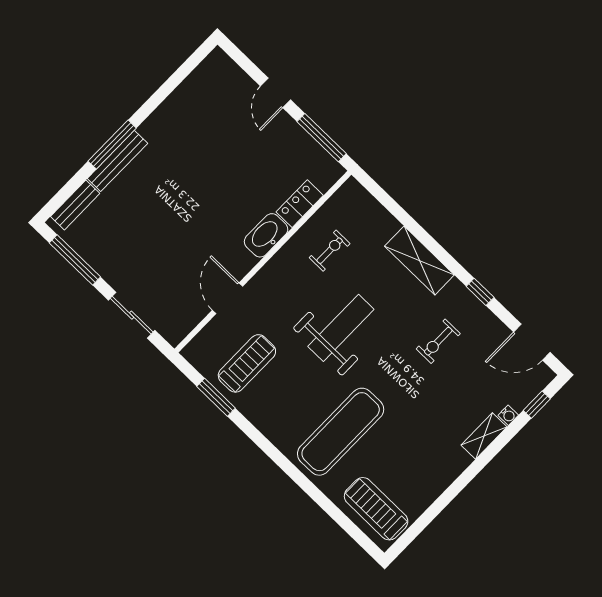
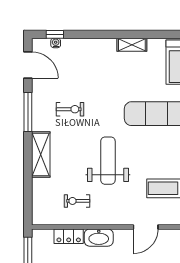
window: (480, 292) -> (28, 112), width x2.17
weight bench: (341, 328) -> (108, 161), turned 90
water cooler: (508, 415) -> (56, 43), moved
shelving: (484, 436) -> (132, 45), moved

